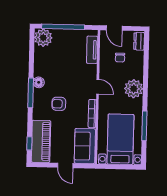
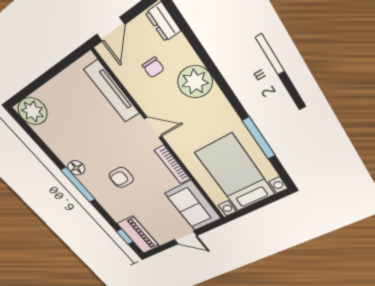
window: (63, 27) -> (43, 79), removed
door: (114, 28) -> (111, 29), hinge flipped
tv unit: (92, 50) -> (112, 91), width x1.41
plant: (134, 89) -> (195, 82), moved
piano: (41, 141) -> (138, 235), width x0.73, depth x0.75

